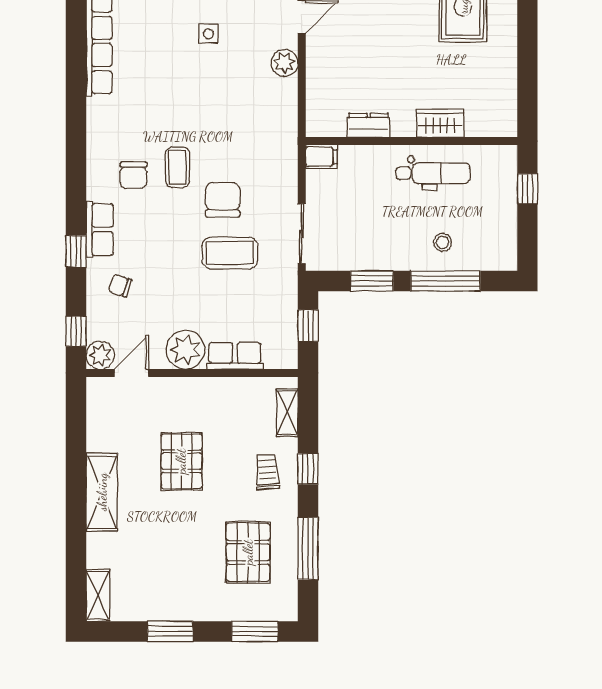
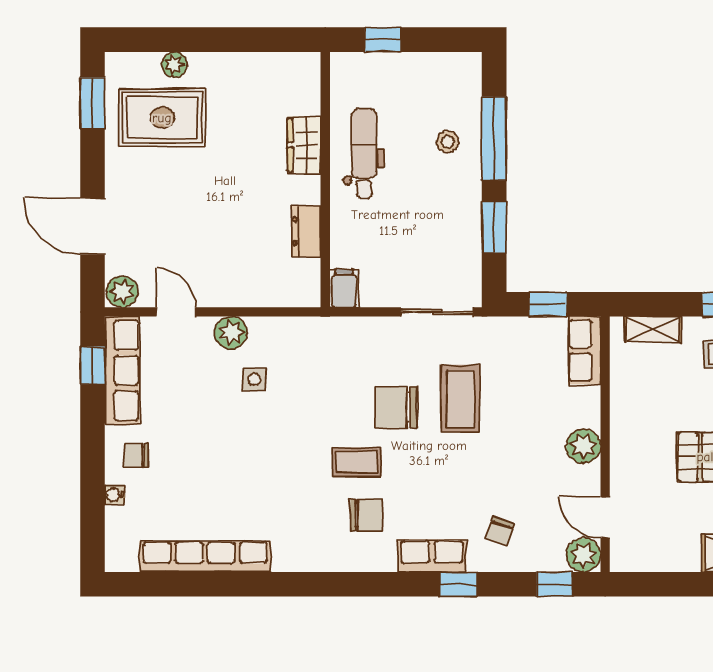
plant: (507, 16) -> (174, 64), added
side table: (209, 34) -> (254, 379), moved
plant: (185, 350) -> (583, 446), width x0.73, depth x0.73
row of seats: (235, 356) -> (584, 350), moved

